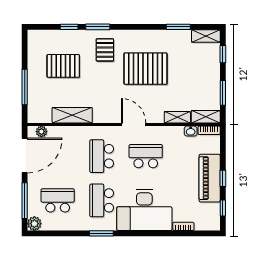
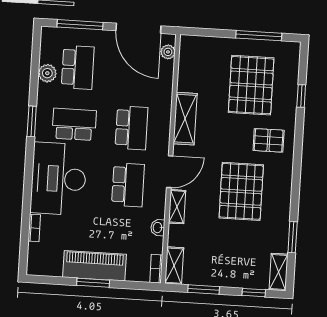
window: (98, 27) -> (299, 133), removed
pallet: (63, 66) -> (251, 85), width x1.37, depth x1.41
window: (25, 87) -> (259, 36), moved
shelving: (72, 115) -> (185, 119), moved
shelving: (177, 117) -> (177, 207), moved
washbasin: (191, 131) -> (158, 228), moved
school desk: (102, 156) -> (131, 128), turned 90
window: (223, 178) -> (93, 283), width x1.50
window: (223, 208) -> (55, 280), removed
plant: (34, 224) -> (47, 73), moved

